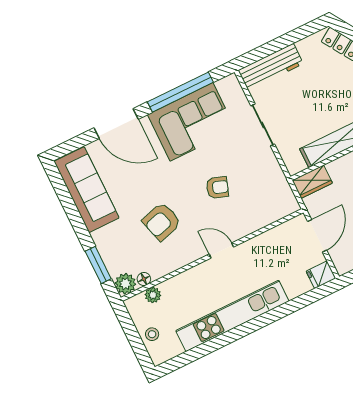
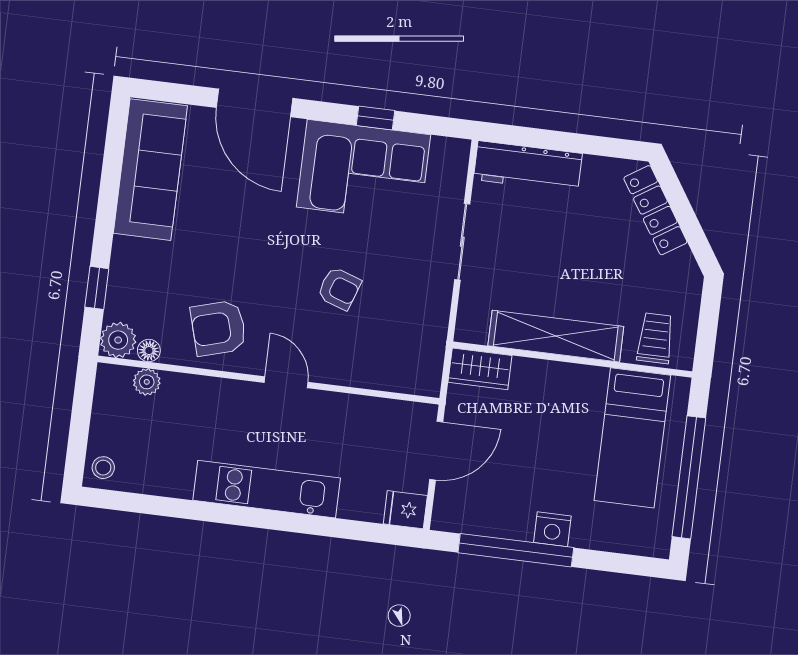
window: (180, 92) -> (376, 118), width x0.32
armchair: (162, 222) -> (218, 328), moved
window: (98, 265) -> (97, 288), width x0.67
kitchen unit: (232, 316) -> (267, 489), width x0.73
stool: (152, 334) -> (103, 468), moved

